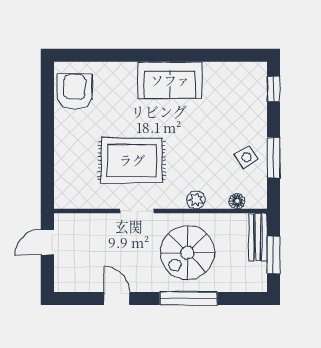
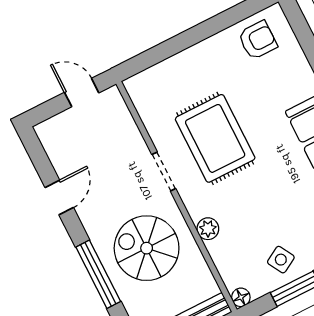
armchair: (75, 92) -> (258, 40), width x0.72, depth x0.72
floor lamp: (237, 201) -> (241, 297), moved

